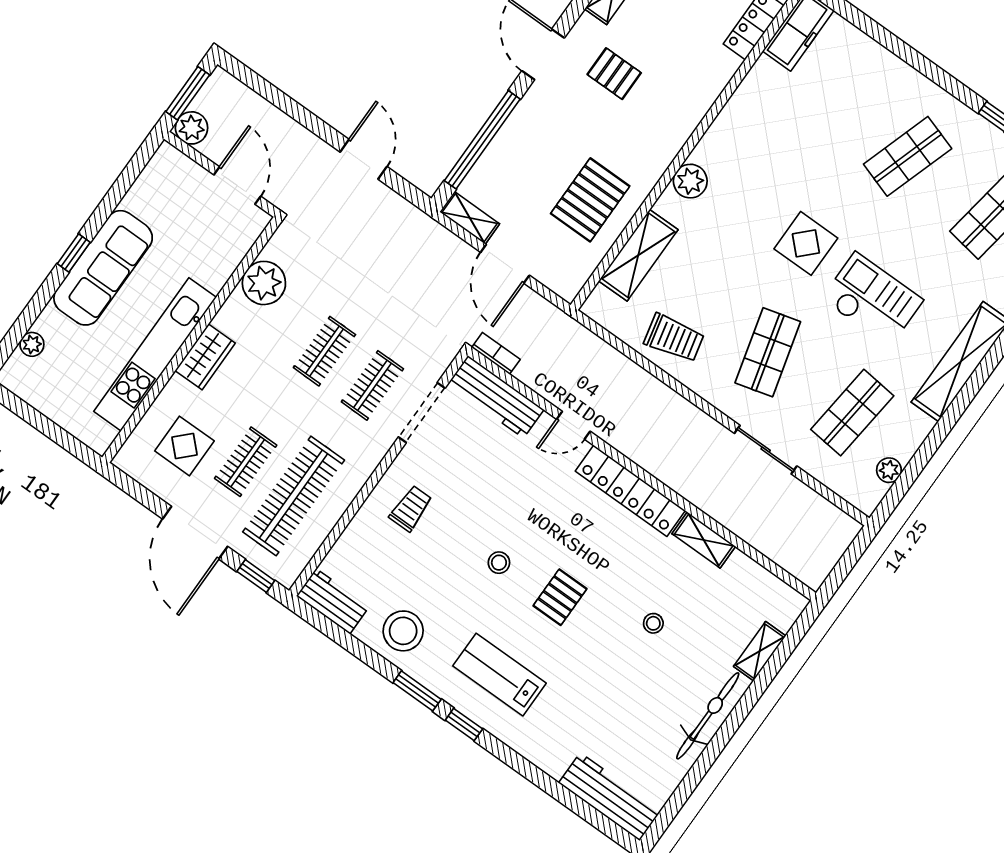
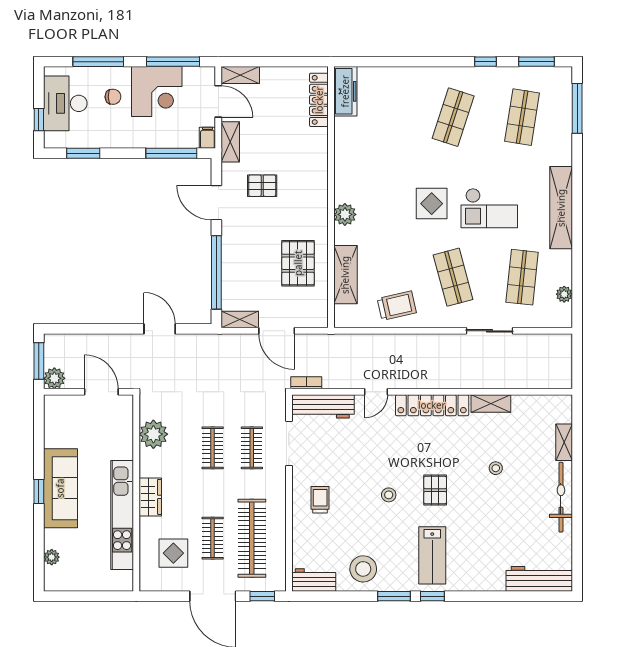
checkout: (872, 299) -> (489, 208), turned 180
lab bench: (499, 675) -> (432, 555), turned -90

